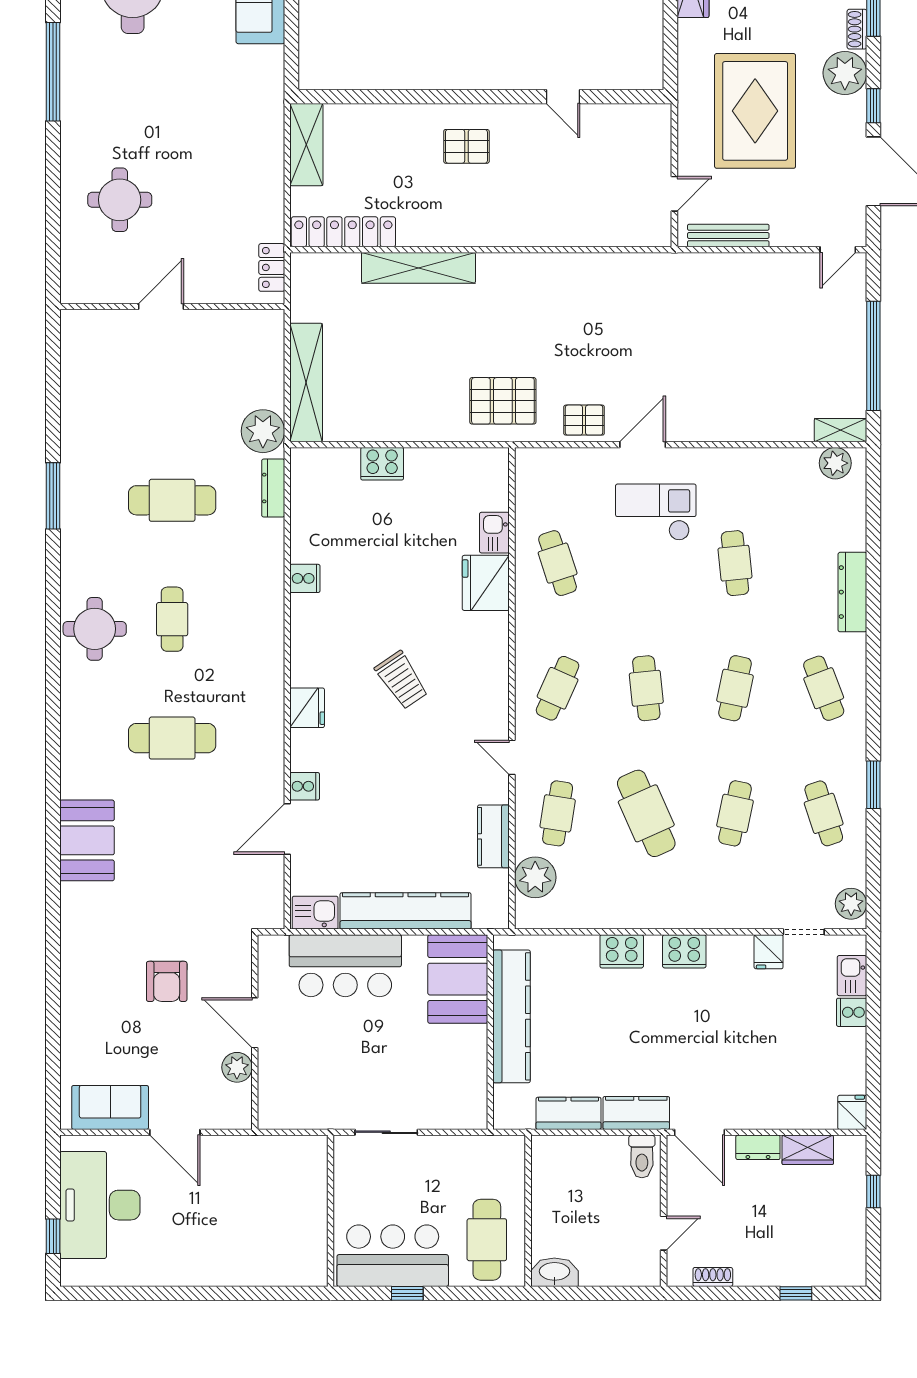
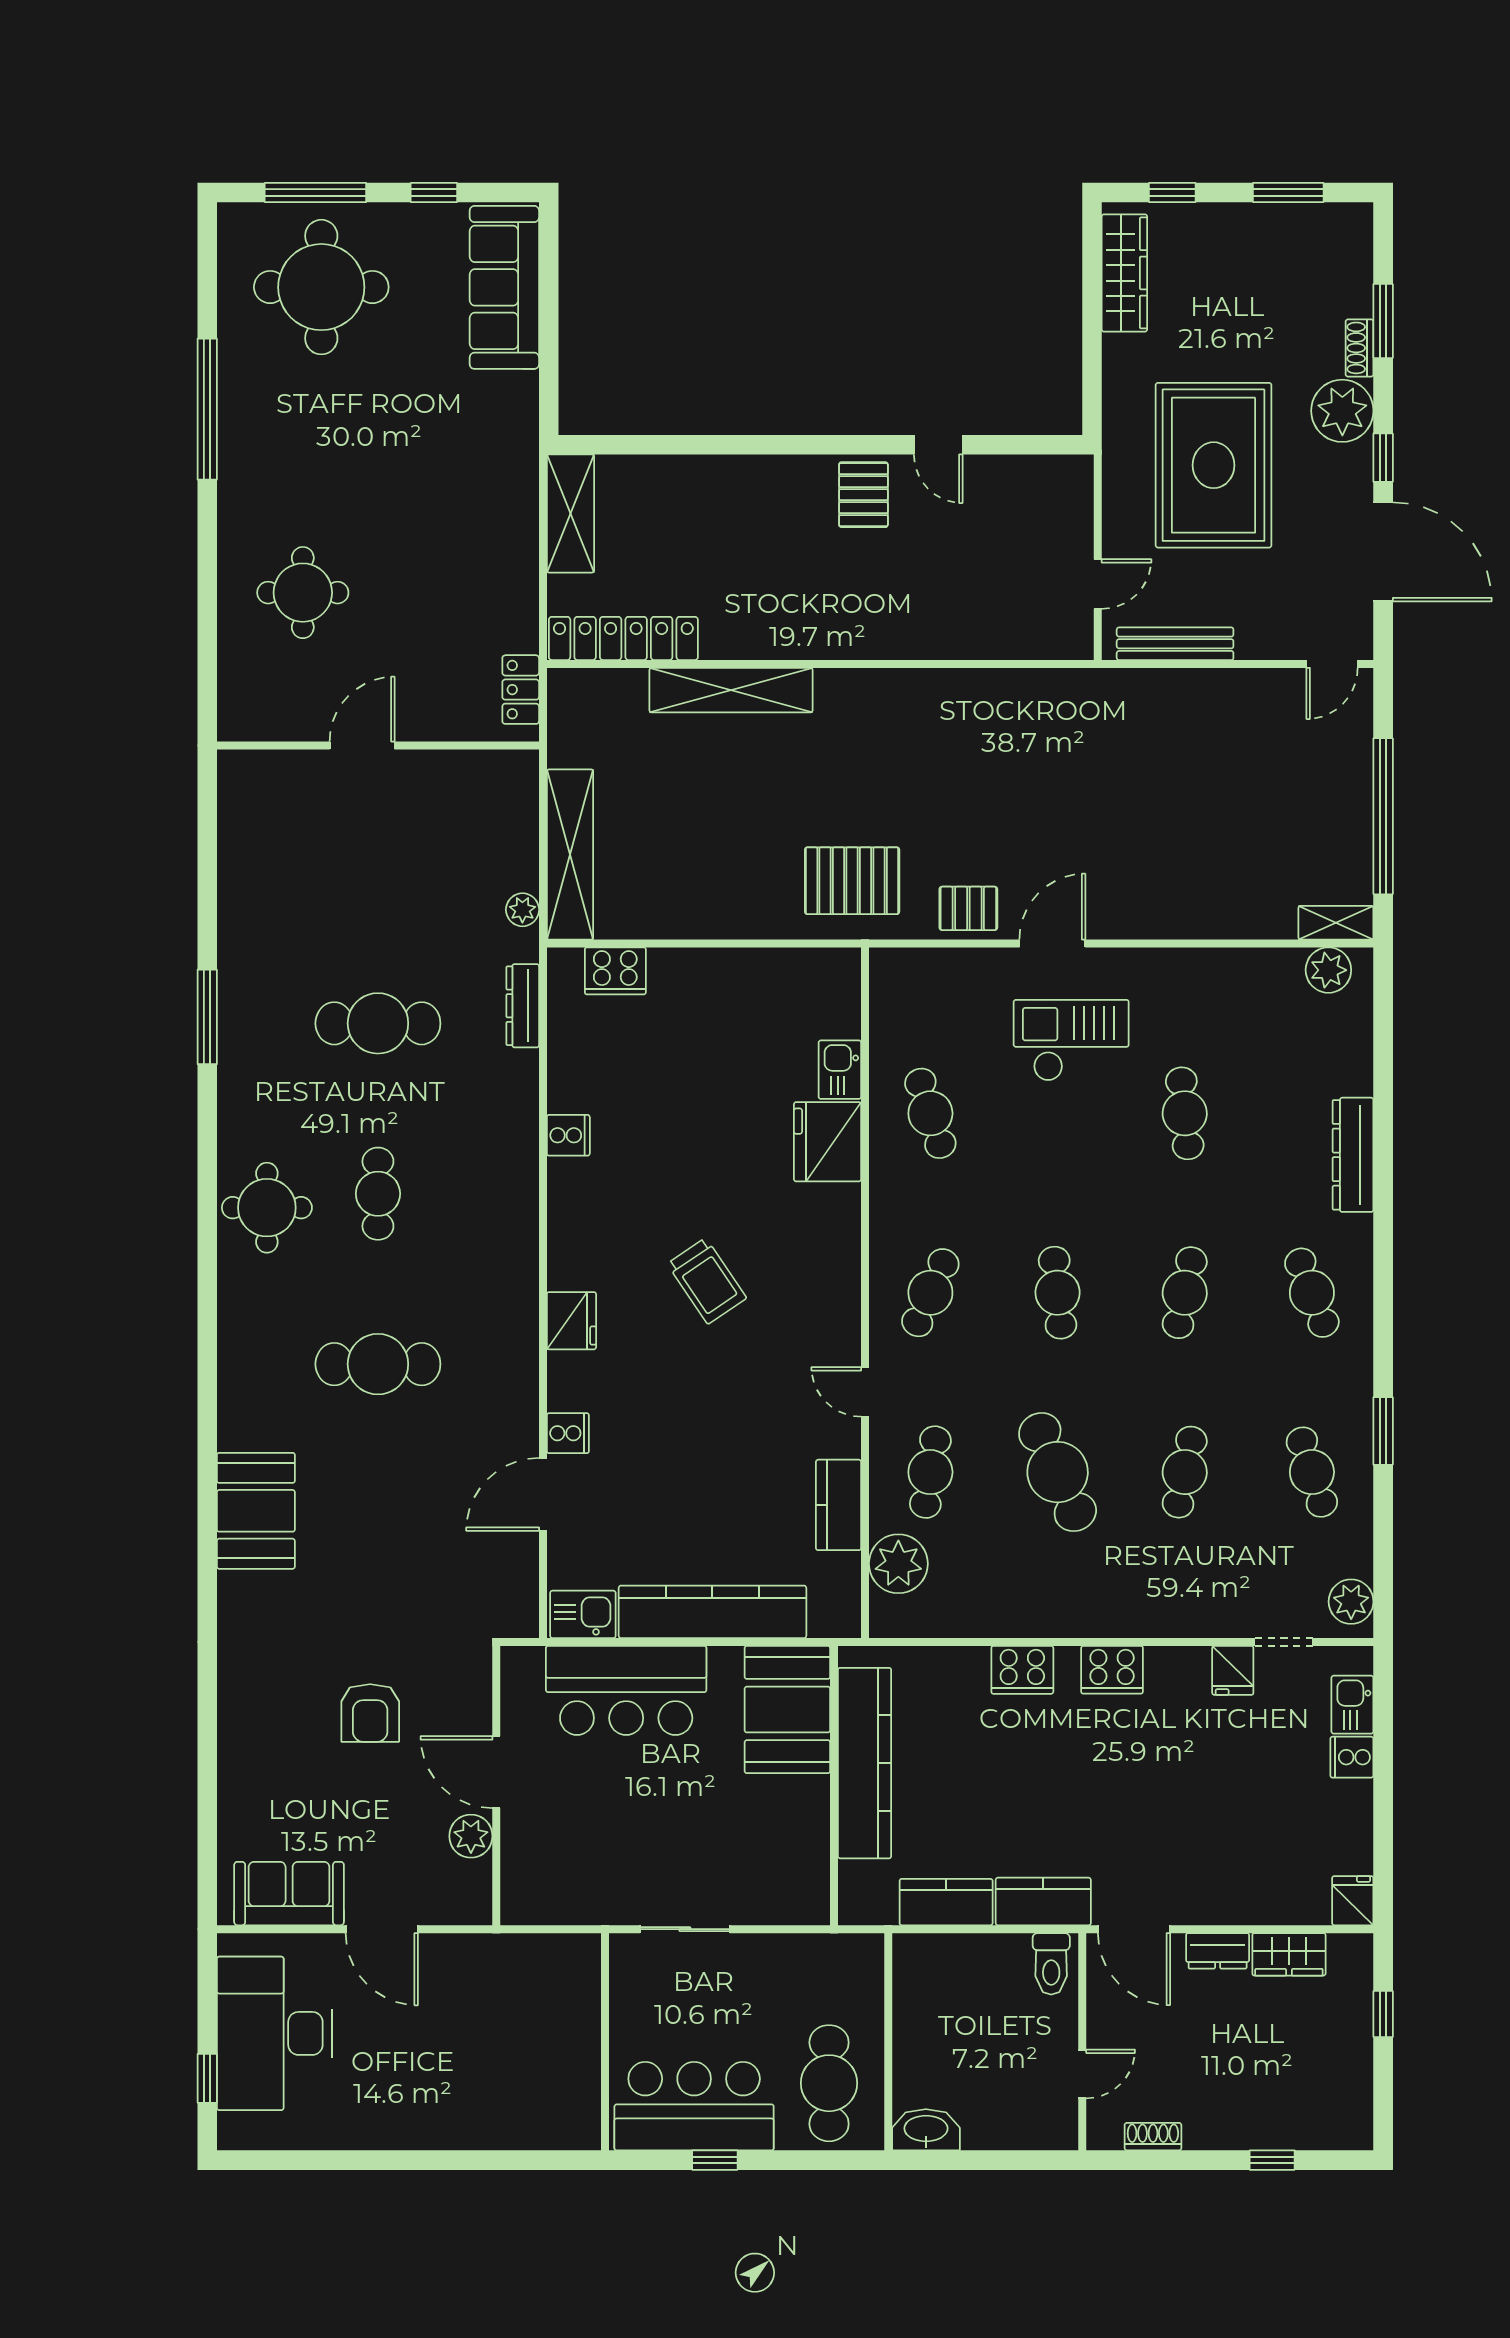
pallet: (466, 146) -> (863, 495), moved, turned 90
plant: (263, 431) -> (522, 910), width x0.53, depth x0.53
cooker: (382, 464) -> (615, 971), moved

